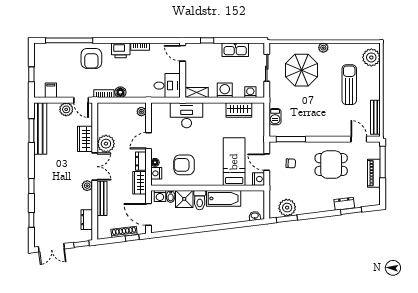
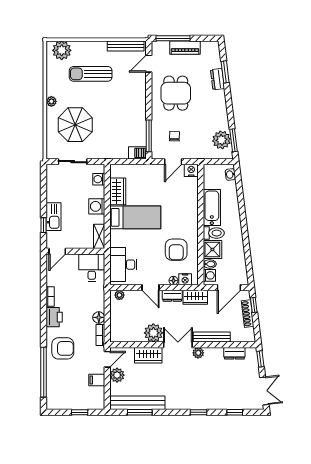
kitchen sink: (235, 50) -> (54, 217), moved
filing cabinet: (51, 90) -> (97, 380), moved
desk: (187, 115) -> (123, 265), moved
barbecue: (275, 117) -> (137, 153), moved
bed: (234, 162) -> (135, 217), moved, turned 180

